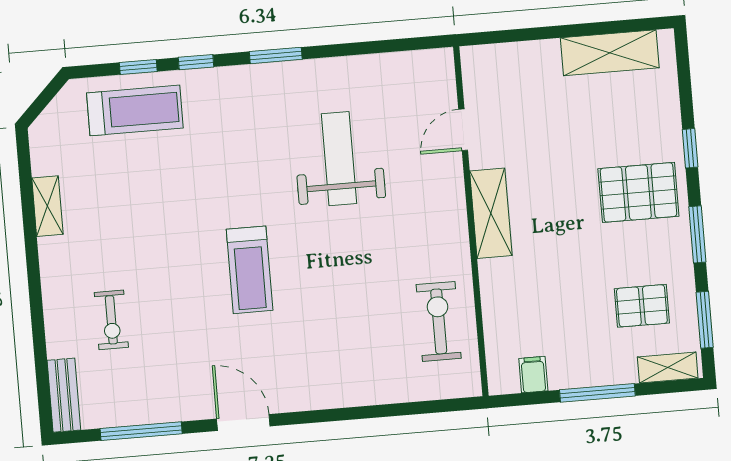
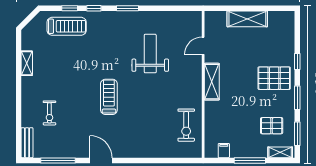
shelving: (610, 53) -> (247, 19), moved
treadmill: (250, 270) -> (109, 97), turned 180
exercise bike: (439, 321) -> (186, 125), turned 180

